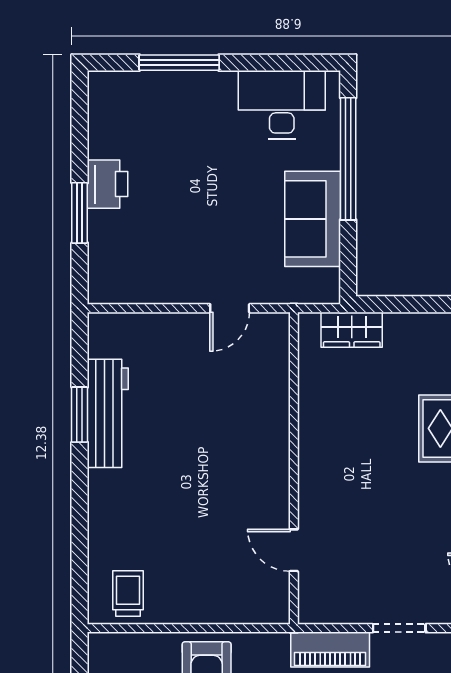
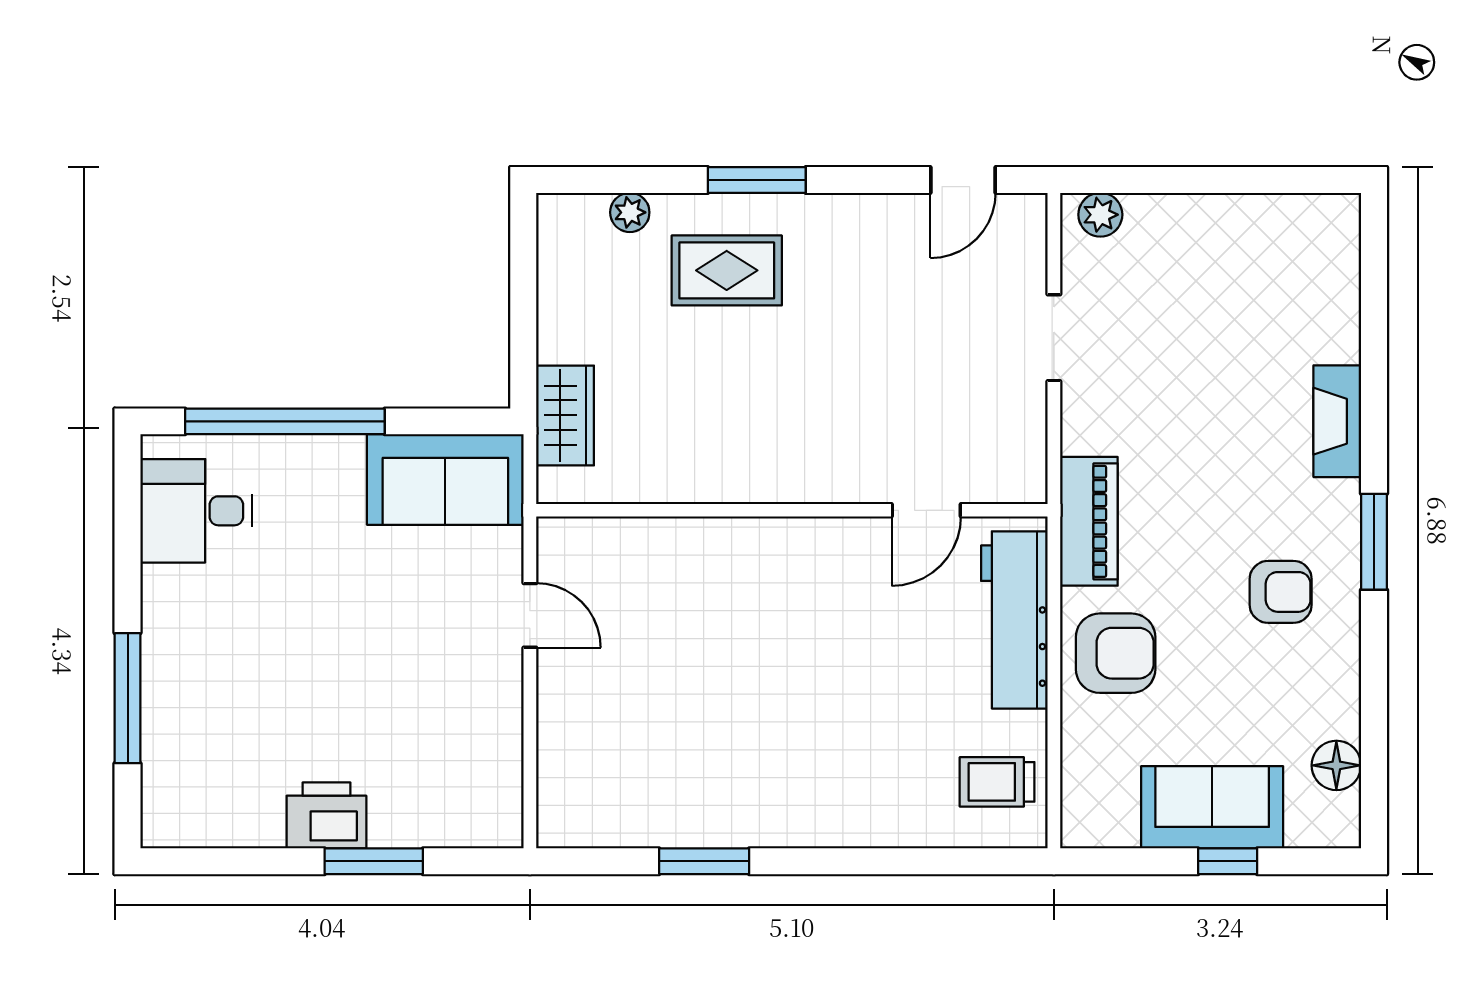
desk: (282, 105) -> (196, 511), width x0.73
sofa: (313, 219) -> (445, 480), moved
workbench: (108, 413) -> (1014, 620), moved, turned -90
piano: (330, 650) -> (1089, 521), moved

